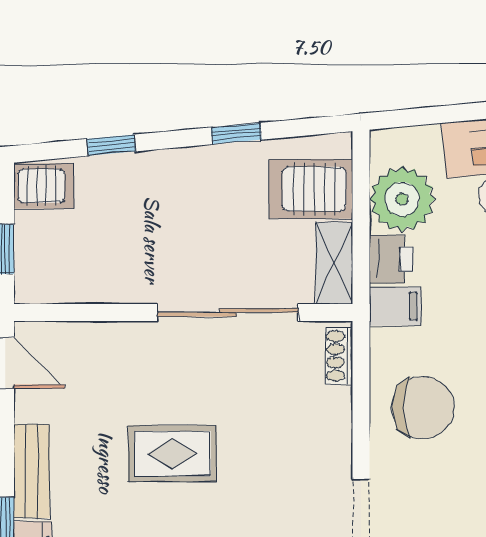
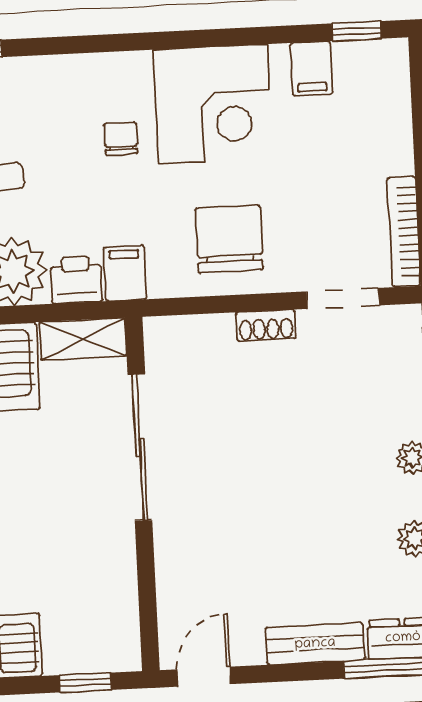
shoe rack: (339, 356) -> (266, 325), moved
rug: (172, 454) -> (290, 498), removed

